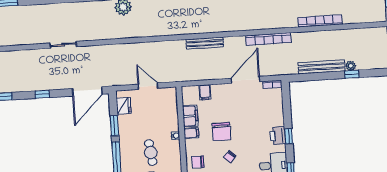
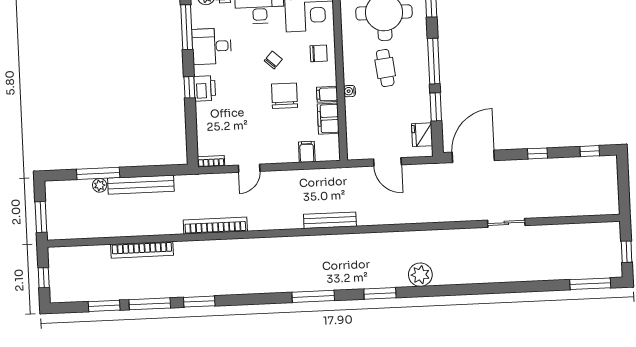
bench: (205, 43) -> (330, 220), moved
window: (352, 74) -> (98, 173), width x2.17
door: (245, 80) -> (249, 168), width x0.53

